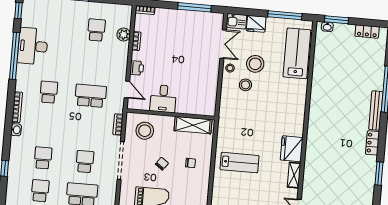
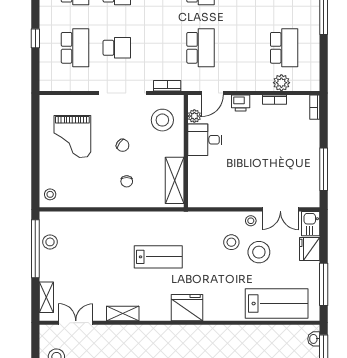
school desk: (96, 30) -> (284, 48), width x1.85
plant: (144, 105) -> (194, 116), added
fridge: (292, 149) -> (187, 308), moved
lab bench: (239, 163) -> (158, 257), moved, turned -90

